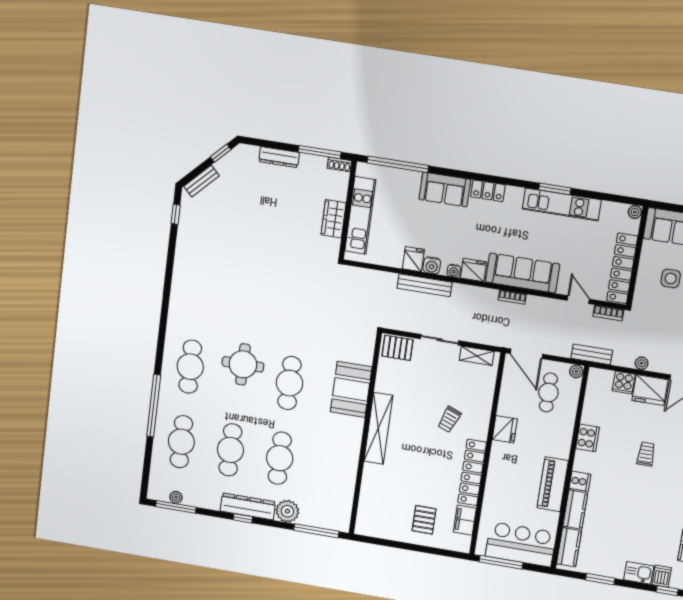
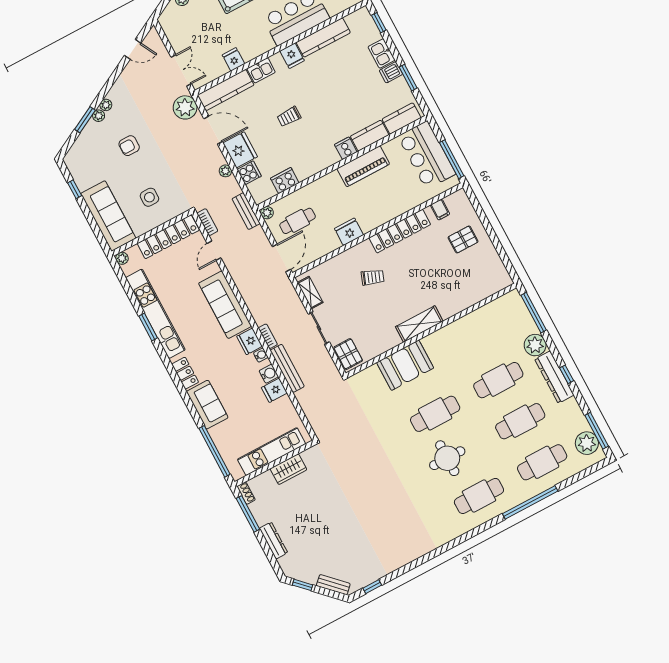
kitchen unit: (562, 204) -> (155, 314), width x1.36
bookcase: (512, 297) -> (268, 336), moved
shelving: (378, 428) -> (419, 324), width x0.68
cooker: (588, 438) -> (285, 181), moved
plant: (176, 497) -> (587, 443), width x1.87, depth x1.87
filing cabinet: (465, 520) -> (440, 210), width x0.50
dishwasher: (662, 576) -> (391, 72), moved

